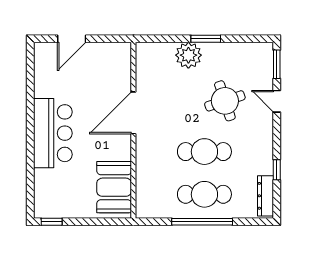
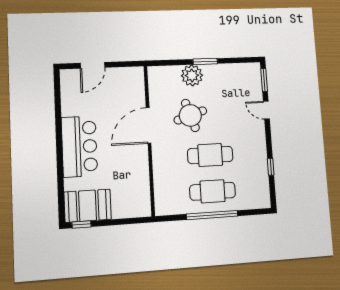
round table: (225, 101) -> (190, 115), moved
booth: (114, 187) -> (88, 206), moved, turned 90
dresser: (265, 196) -> (263, 189), removed

